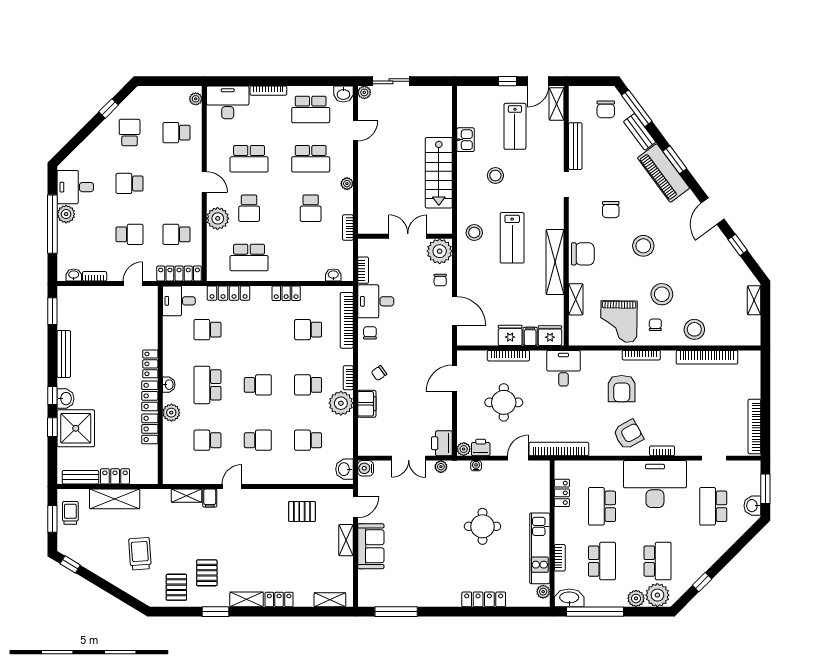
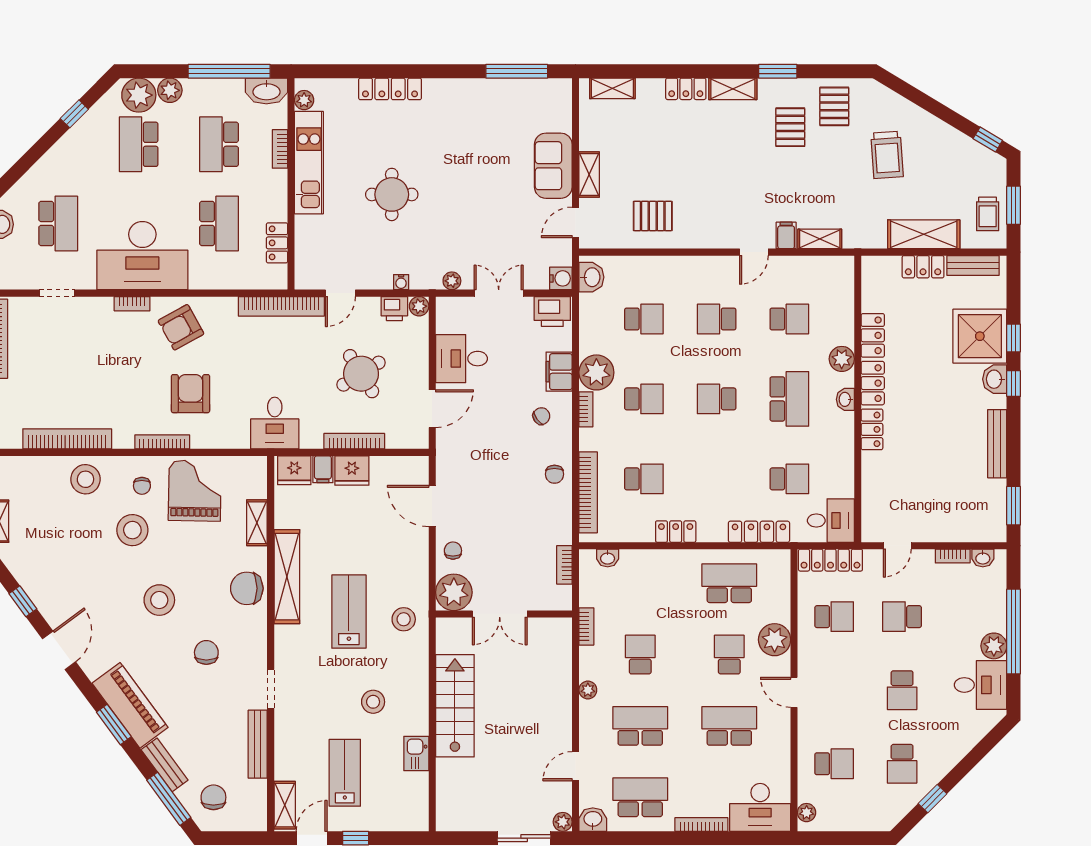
school desk: (130, 183) -> (902, 690), turned 90
desk: (376, 301) -> (462, 359), moved, turned 180
round table: (504, 402) -> (361, 374), turned -32
printer: (442, 443) -> (552, 311), moved, turned 90

